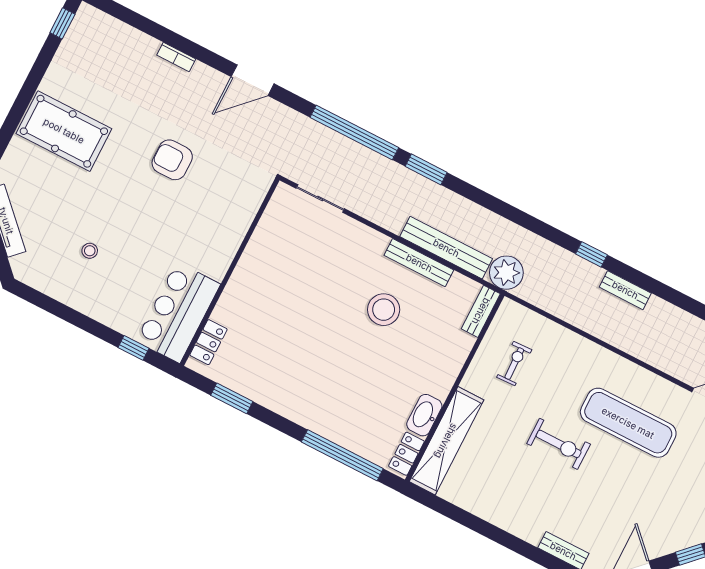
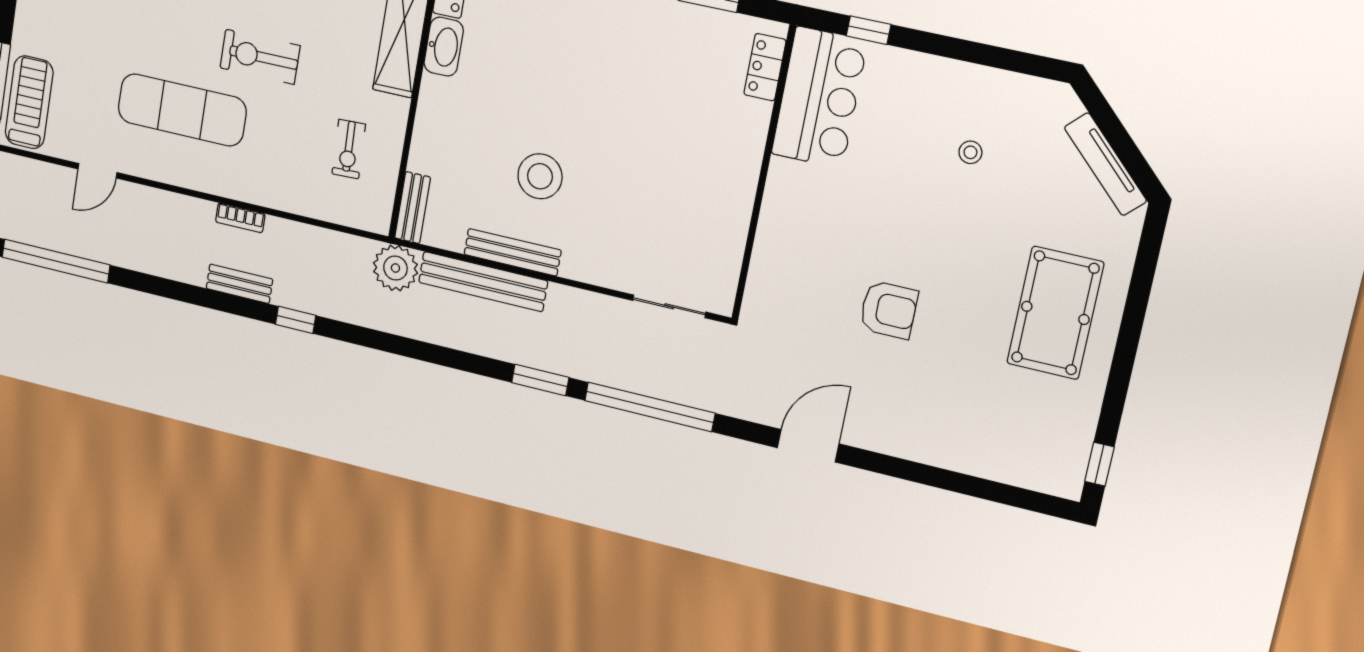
bookcase: (176, 57) -> (240, 218), moved, turned 180
pool table: (64, 131) -> (1055, 313), turned 90

